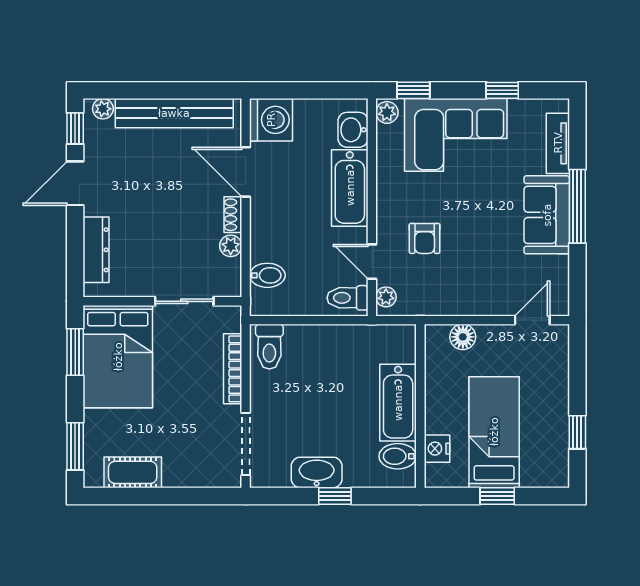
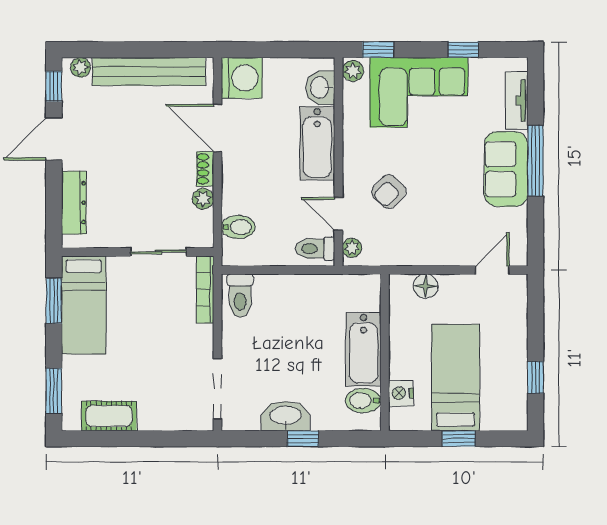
armchair: (425, 238) -> (389, 192), turned 44
bed: (118, 357) -> (84, 305), width x0.67
bookcase: (233, 369) -> (205, 289), moved

